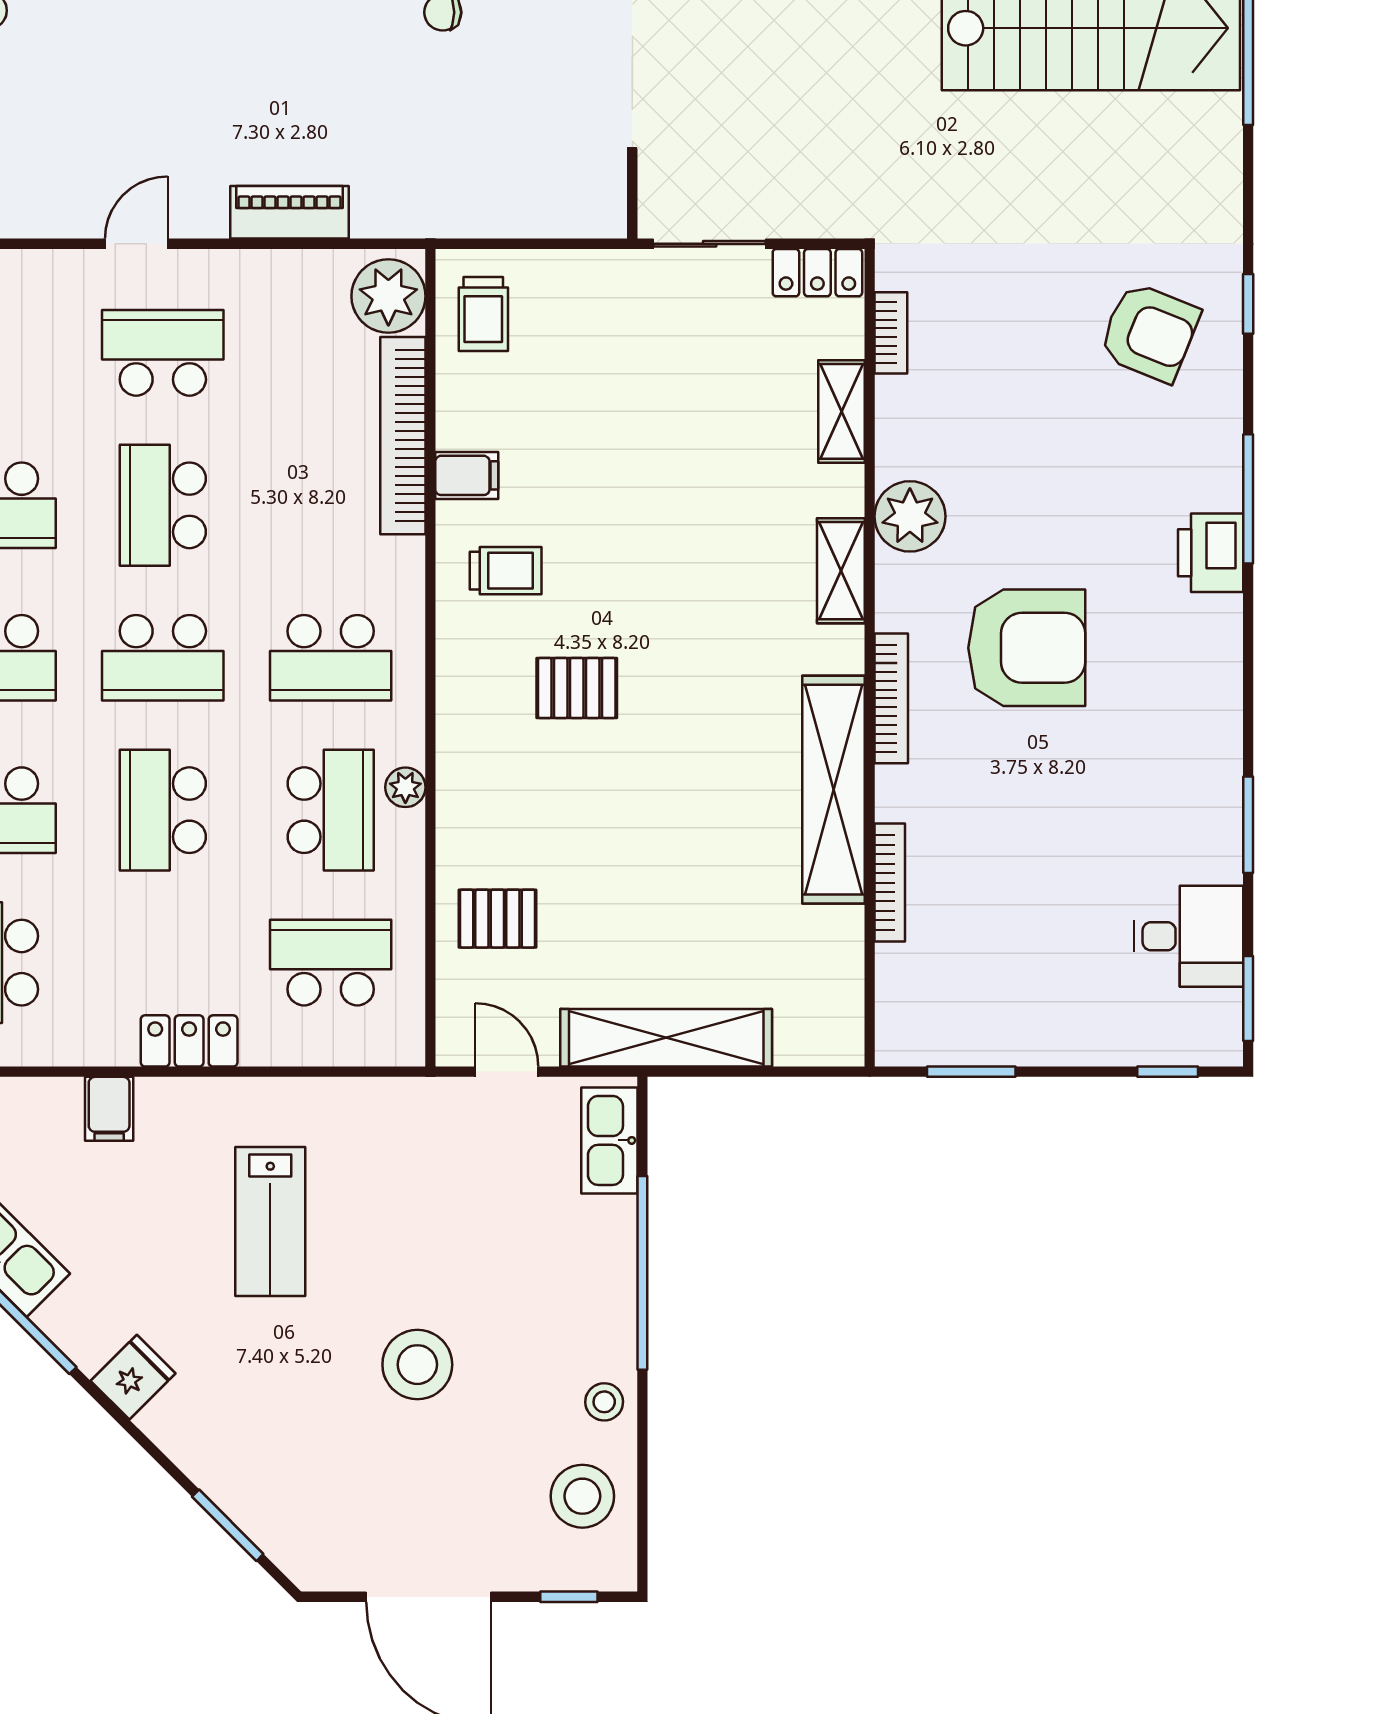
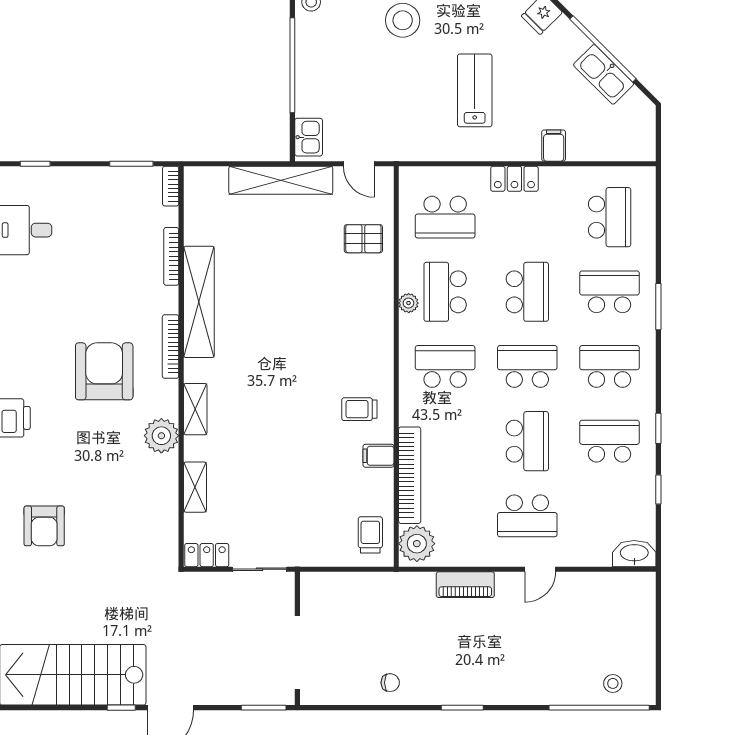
armchair: (1149, 332) -> (44, 526), turned -112
bookcase: (891, 333) -> (171, 186), moved
armchair: (1027, 648) -> (104, 371), turned 90
pallet: (577, 688) -> (325, 352), removed
kitchen sink: (609, 1140) -> (309, 137), width x0.73

